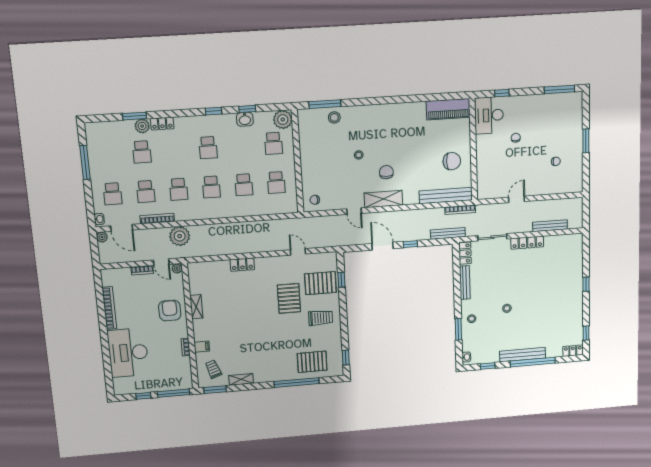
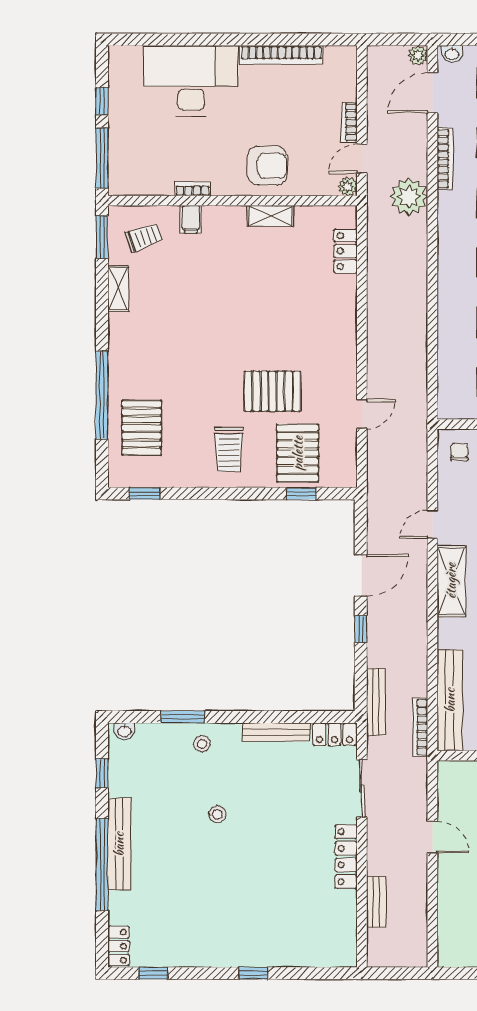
bench: (550, 226) -> (376, 902), width x0.73
locker: (242, 265) -> (345, 251), moved

